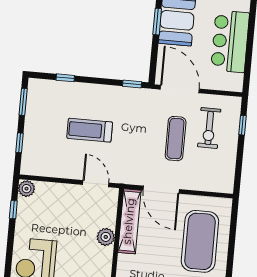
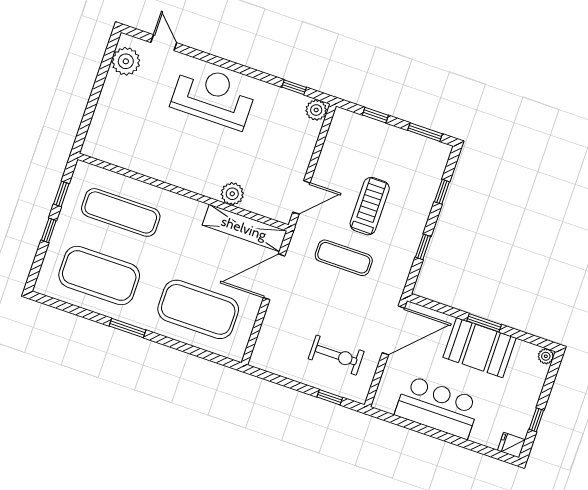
window: (132, 84) -> (423, 247), moved
exercise bike: (209, 128) -> (336, 355), turned 180
exercise mat: (176, 139) -> (344, 258), moved

